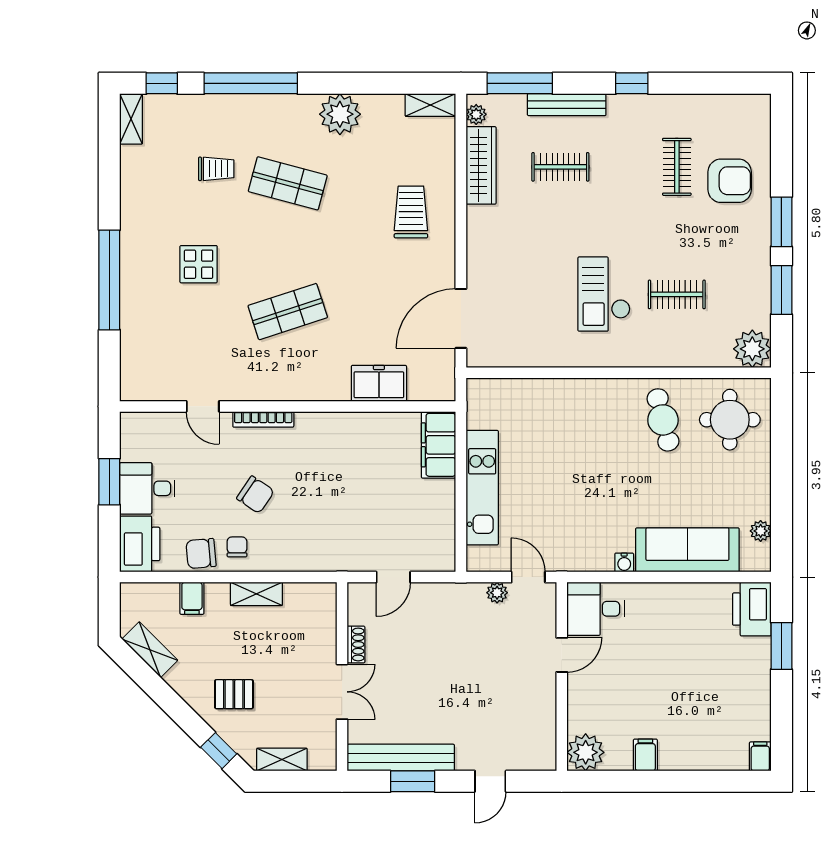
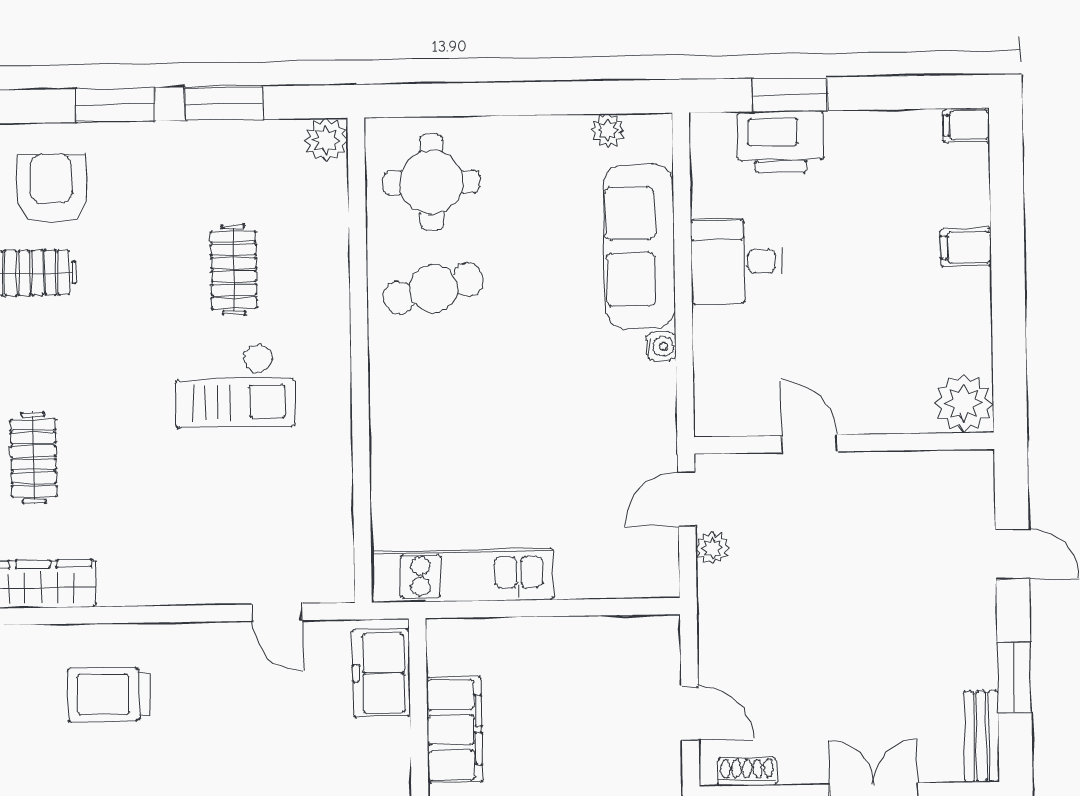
door: (461, 318) -> (277, 612), width x0.53
plant: (752, 349) -> (326, 140), width x0.73, depth x0.73
freezer: (379, 383) -> (381, 673), moved
filing cabinet: (439, 445) -> (455, 730), moved, turned -90
kitchen unit: (482, 488) -> (462, 576), moved
desk: (596, 609) -> (737, 261), moved, turned 90
printer: (752, 609) -> (781, 142), moved
shoe rack: (356, 644) -> (747, 772), moved
filing cabinet: (645, 755) -> (966, 247), moved
bench: (401, 758) -> (981, 736), width x0.54, depth x0.82

